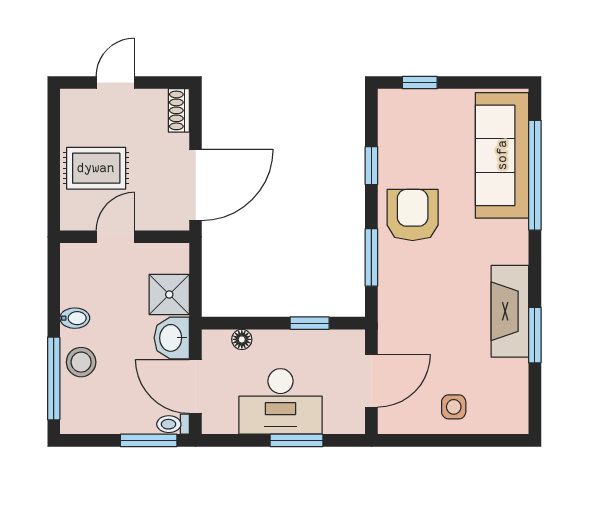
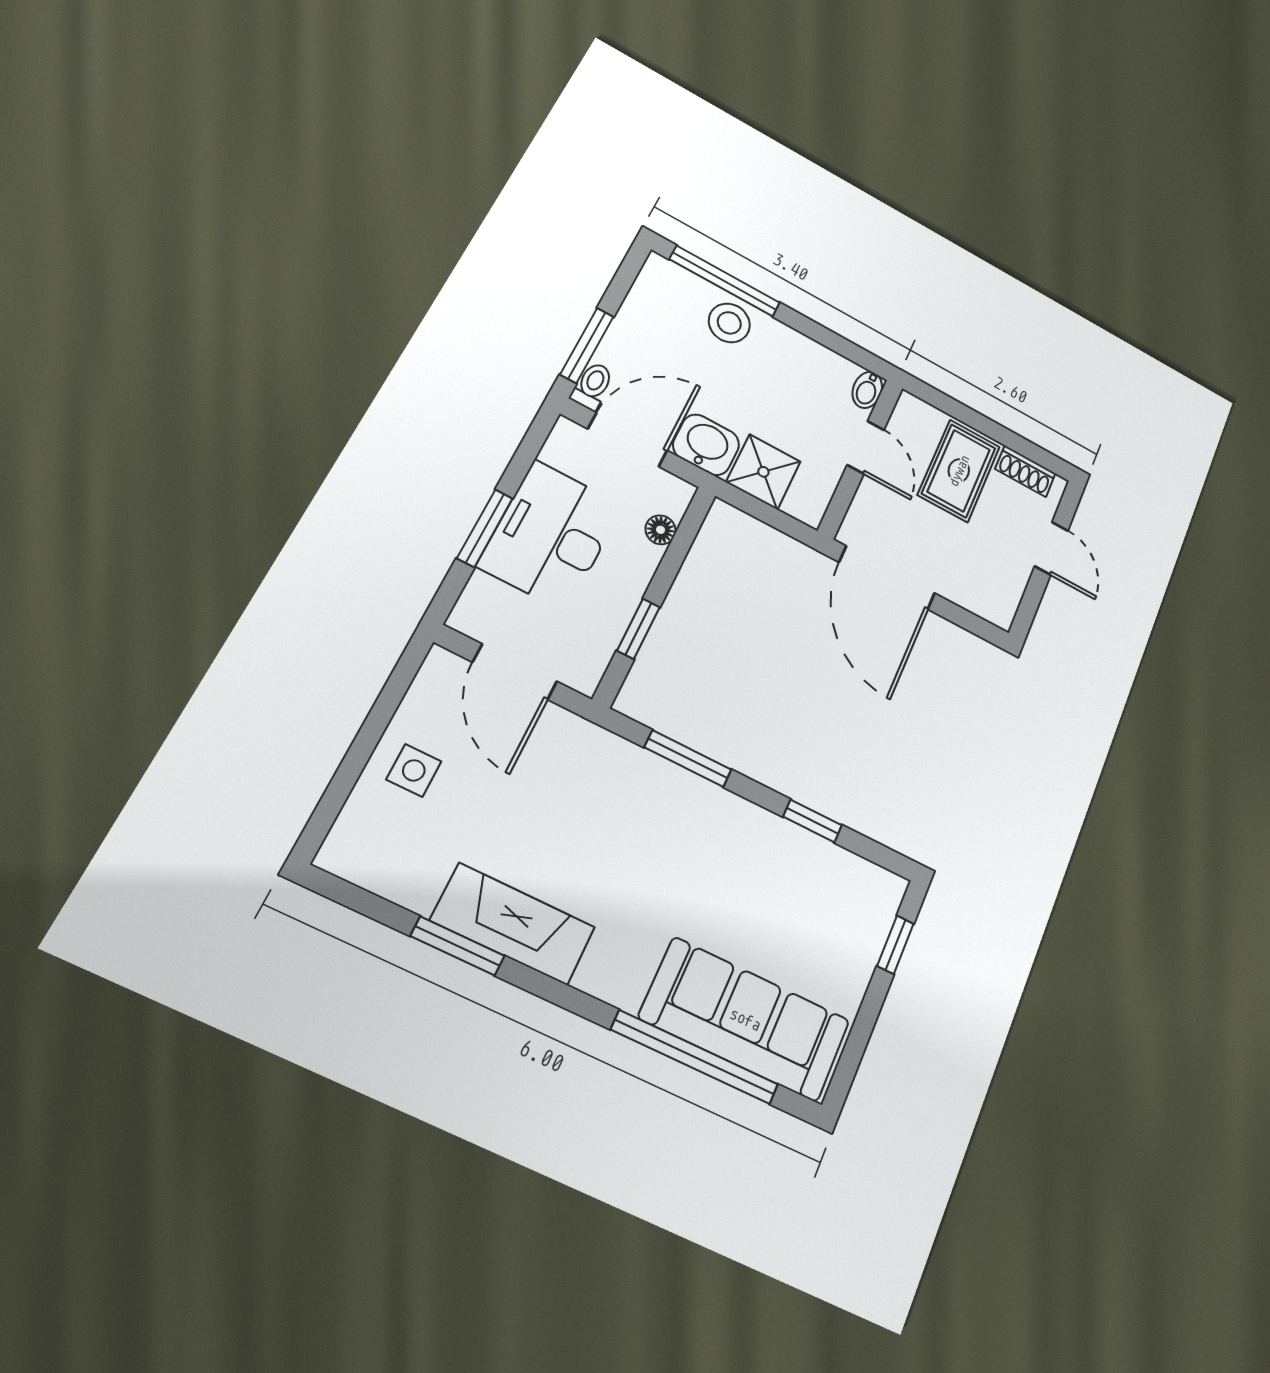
shoe rack: (179, 110) -> (1025, 471), moved, turned 180
armchair: (413, 215) -> (720, 846), removed
bidet: (75, 318) -> (867, 390), moved

